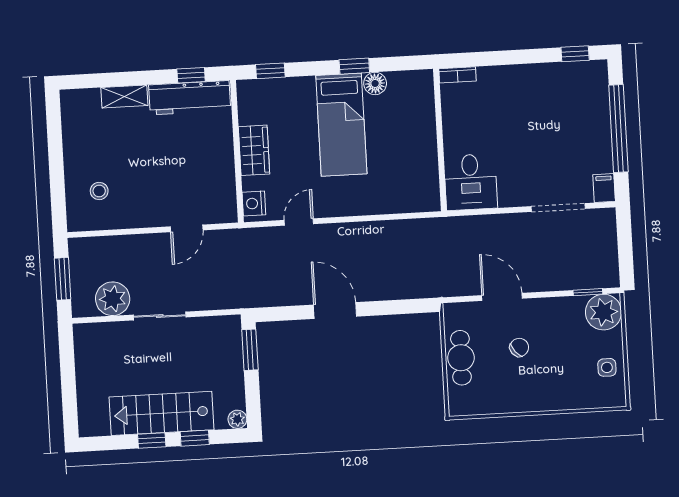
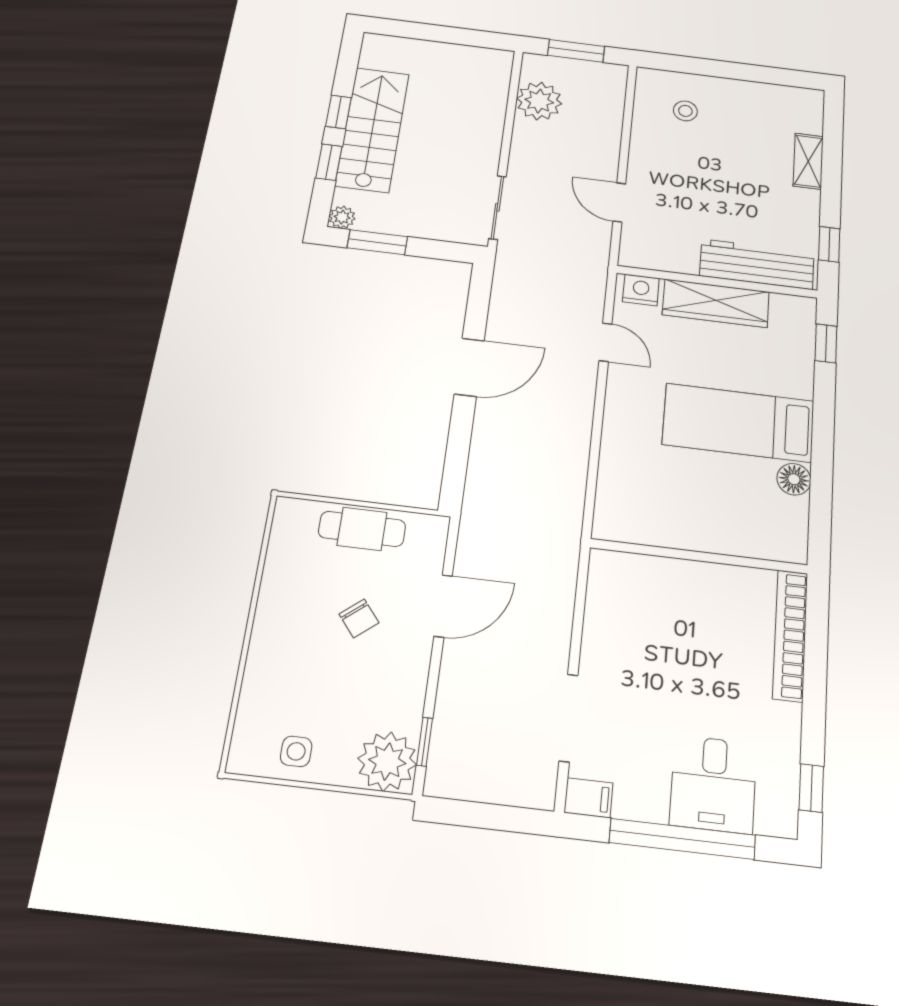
window: (354, 66) -> (822, 455), removed
bookcase: (457, 75) -> (790, 635), width x2.31, depth x1.31
workbench: (190, 98) -> (757, 264), moved, turned 90
wardrobe: (254, 150) -> (716, 303), width x1.50
desk: (471, 182) -> (713, 784), moved, turned -90
sliding door: (160, 316) -> (497, 207), moved
window: (250, 350) -> (377, 242), moved

